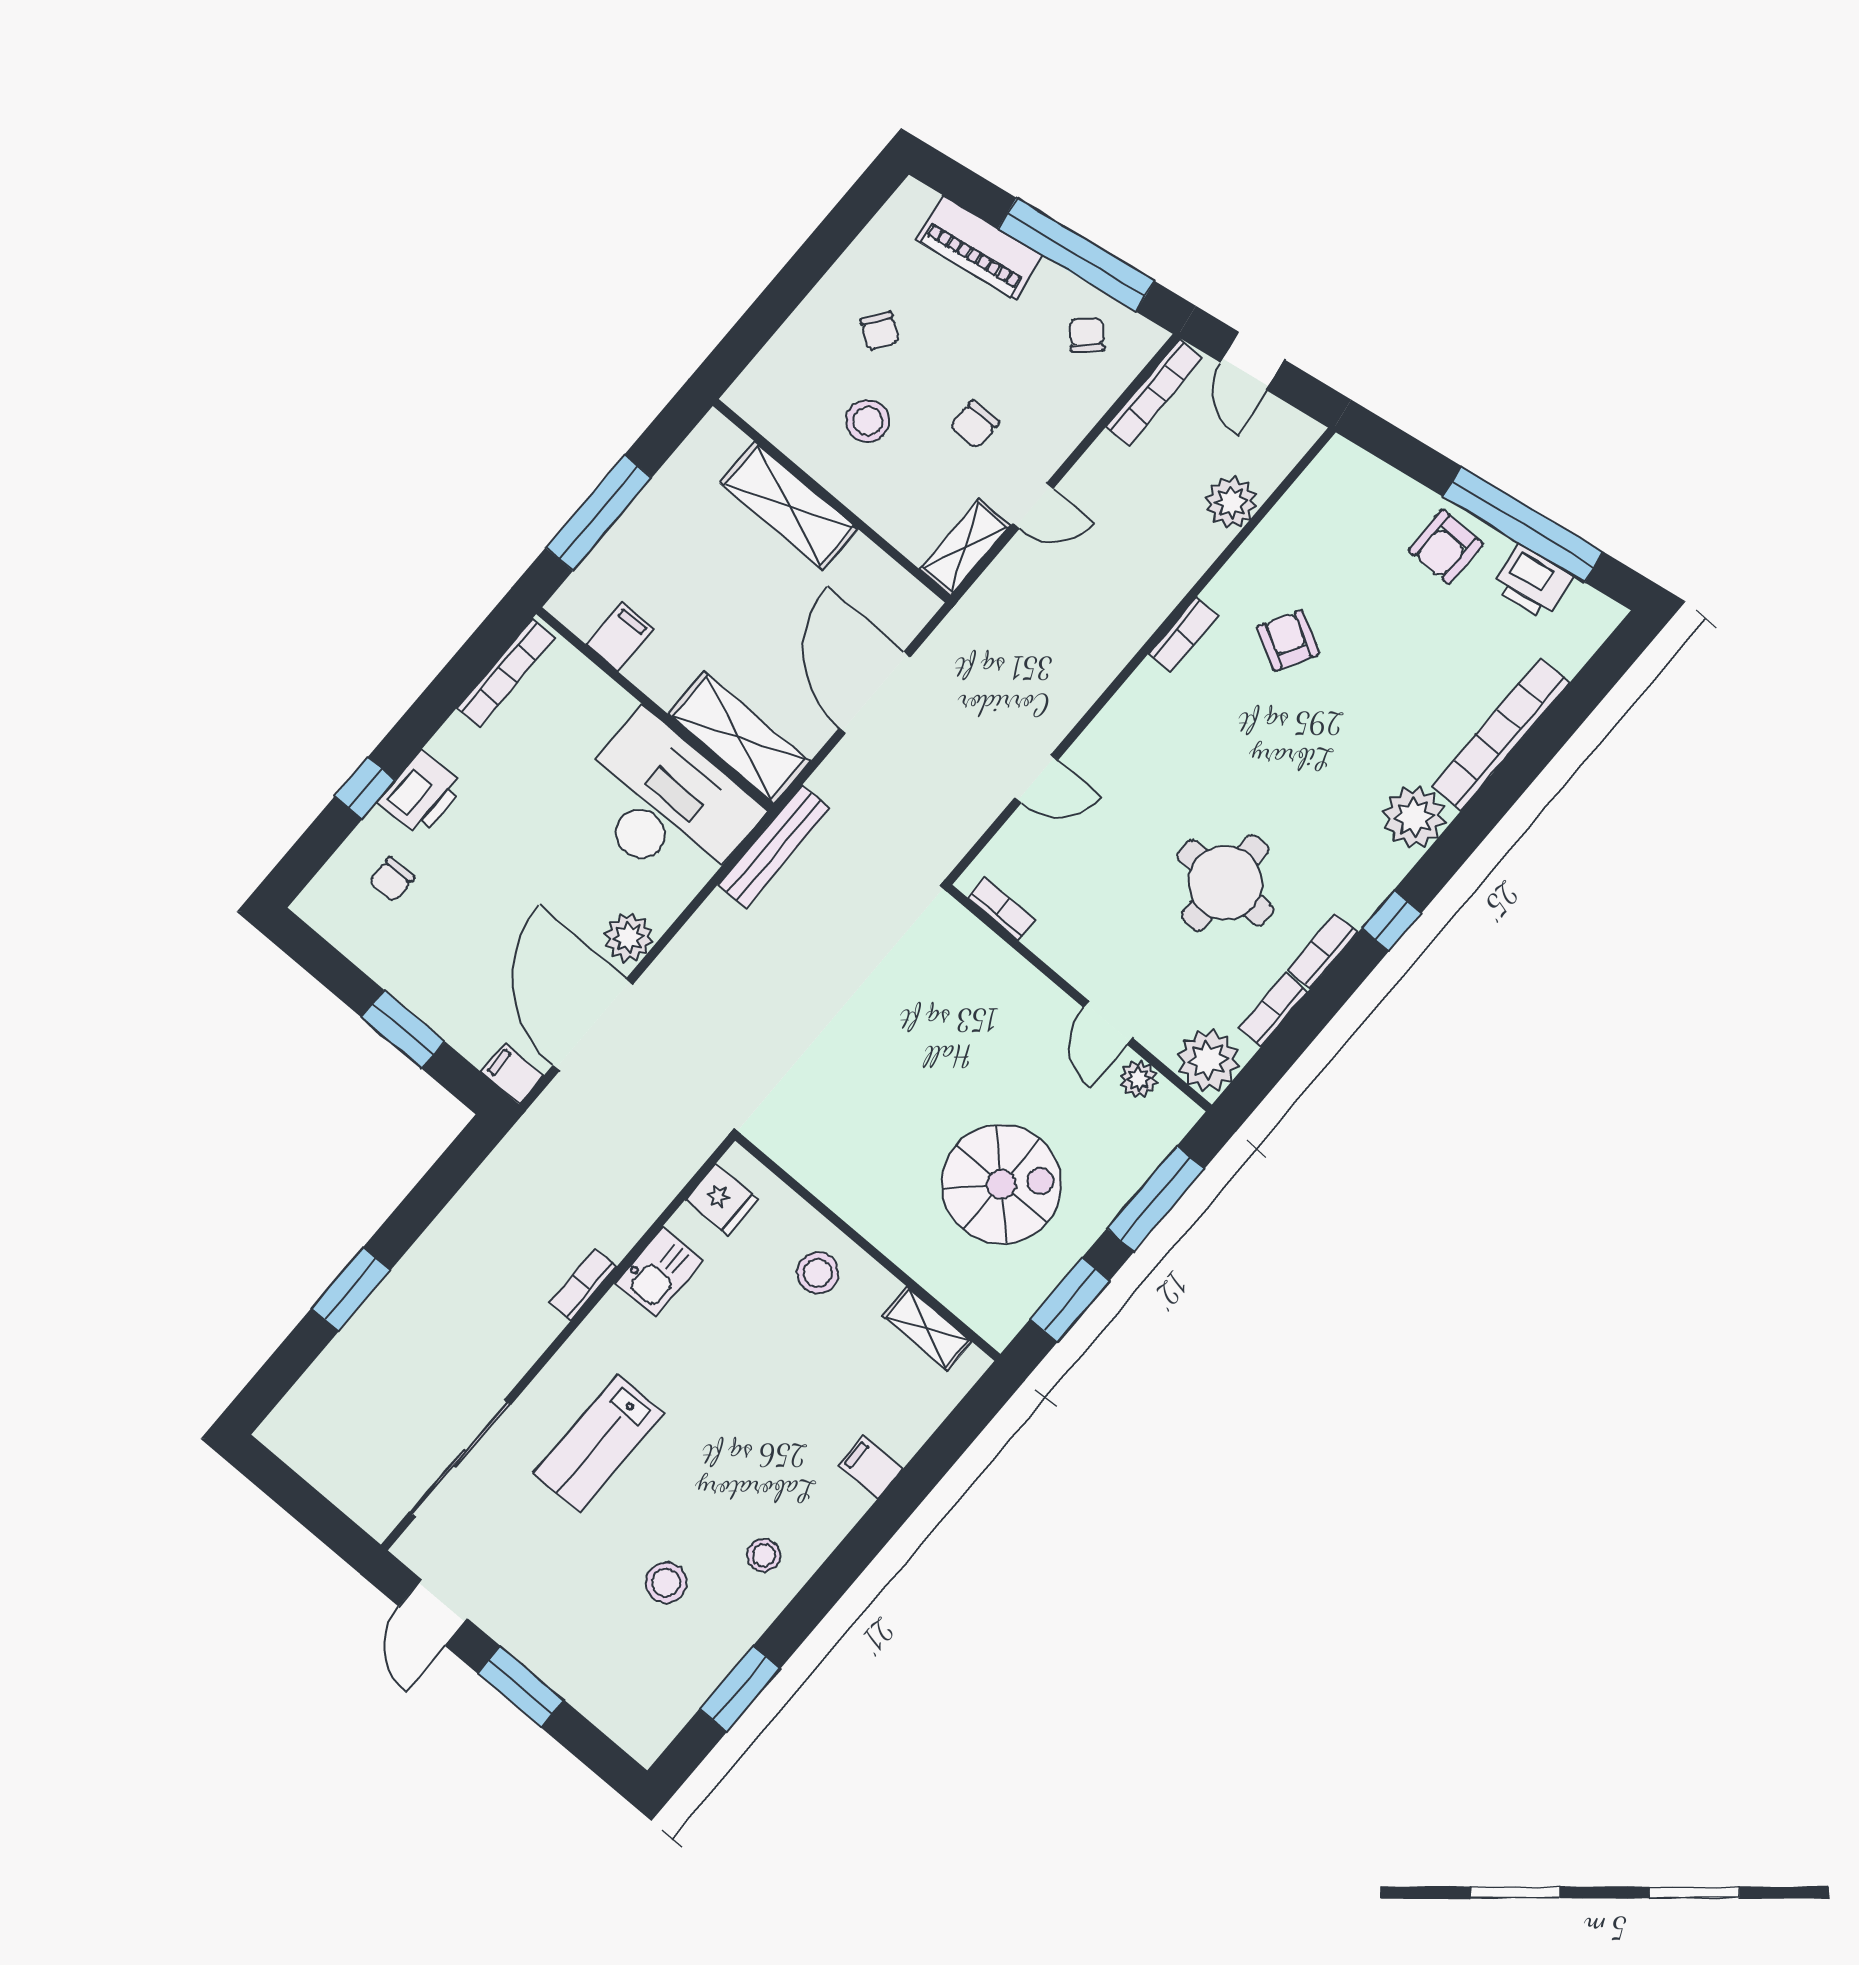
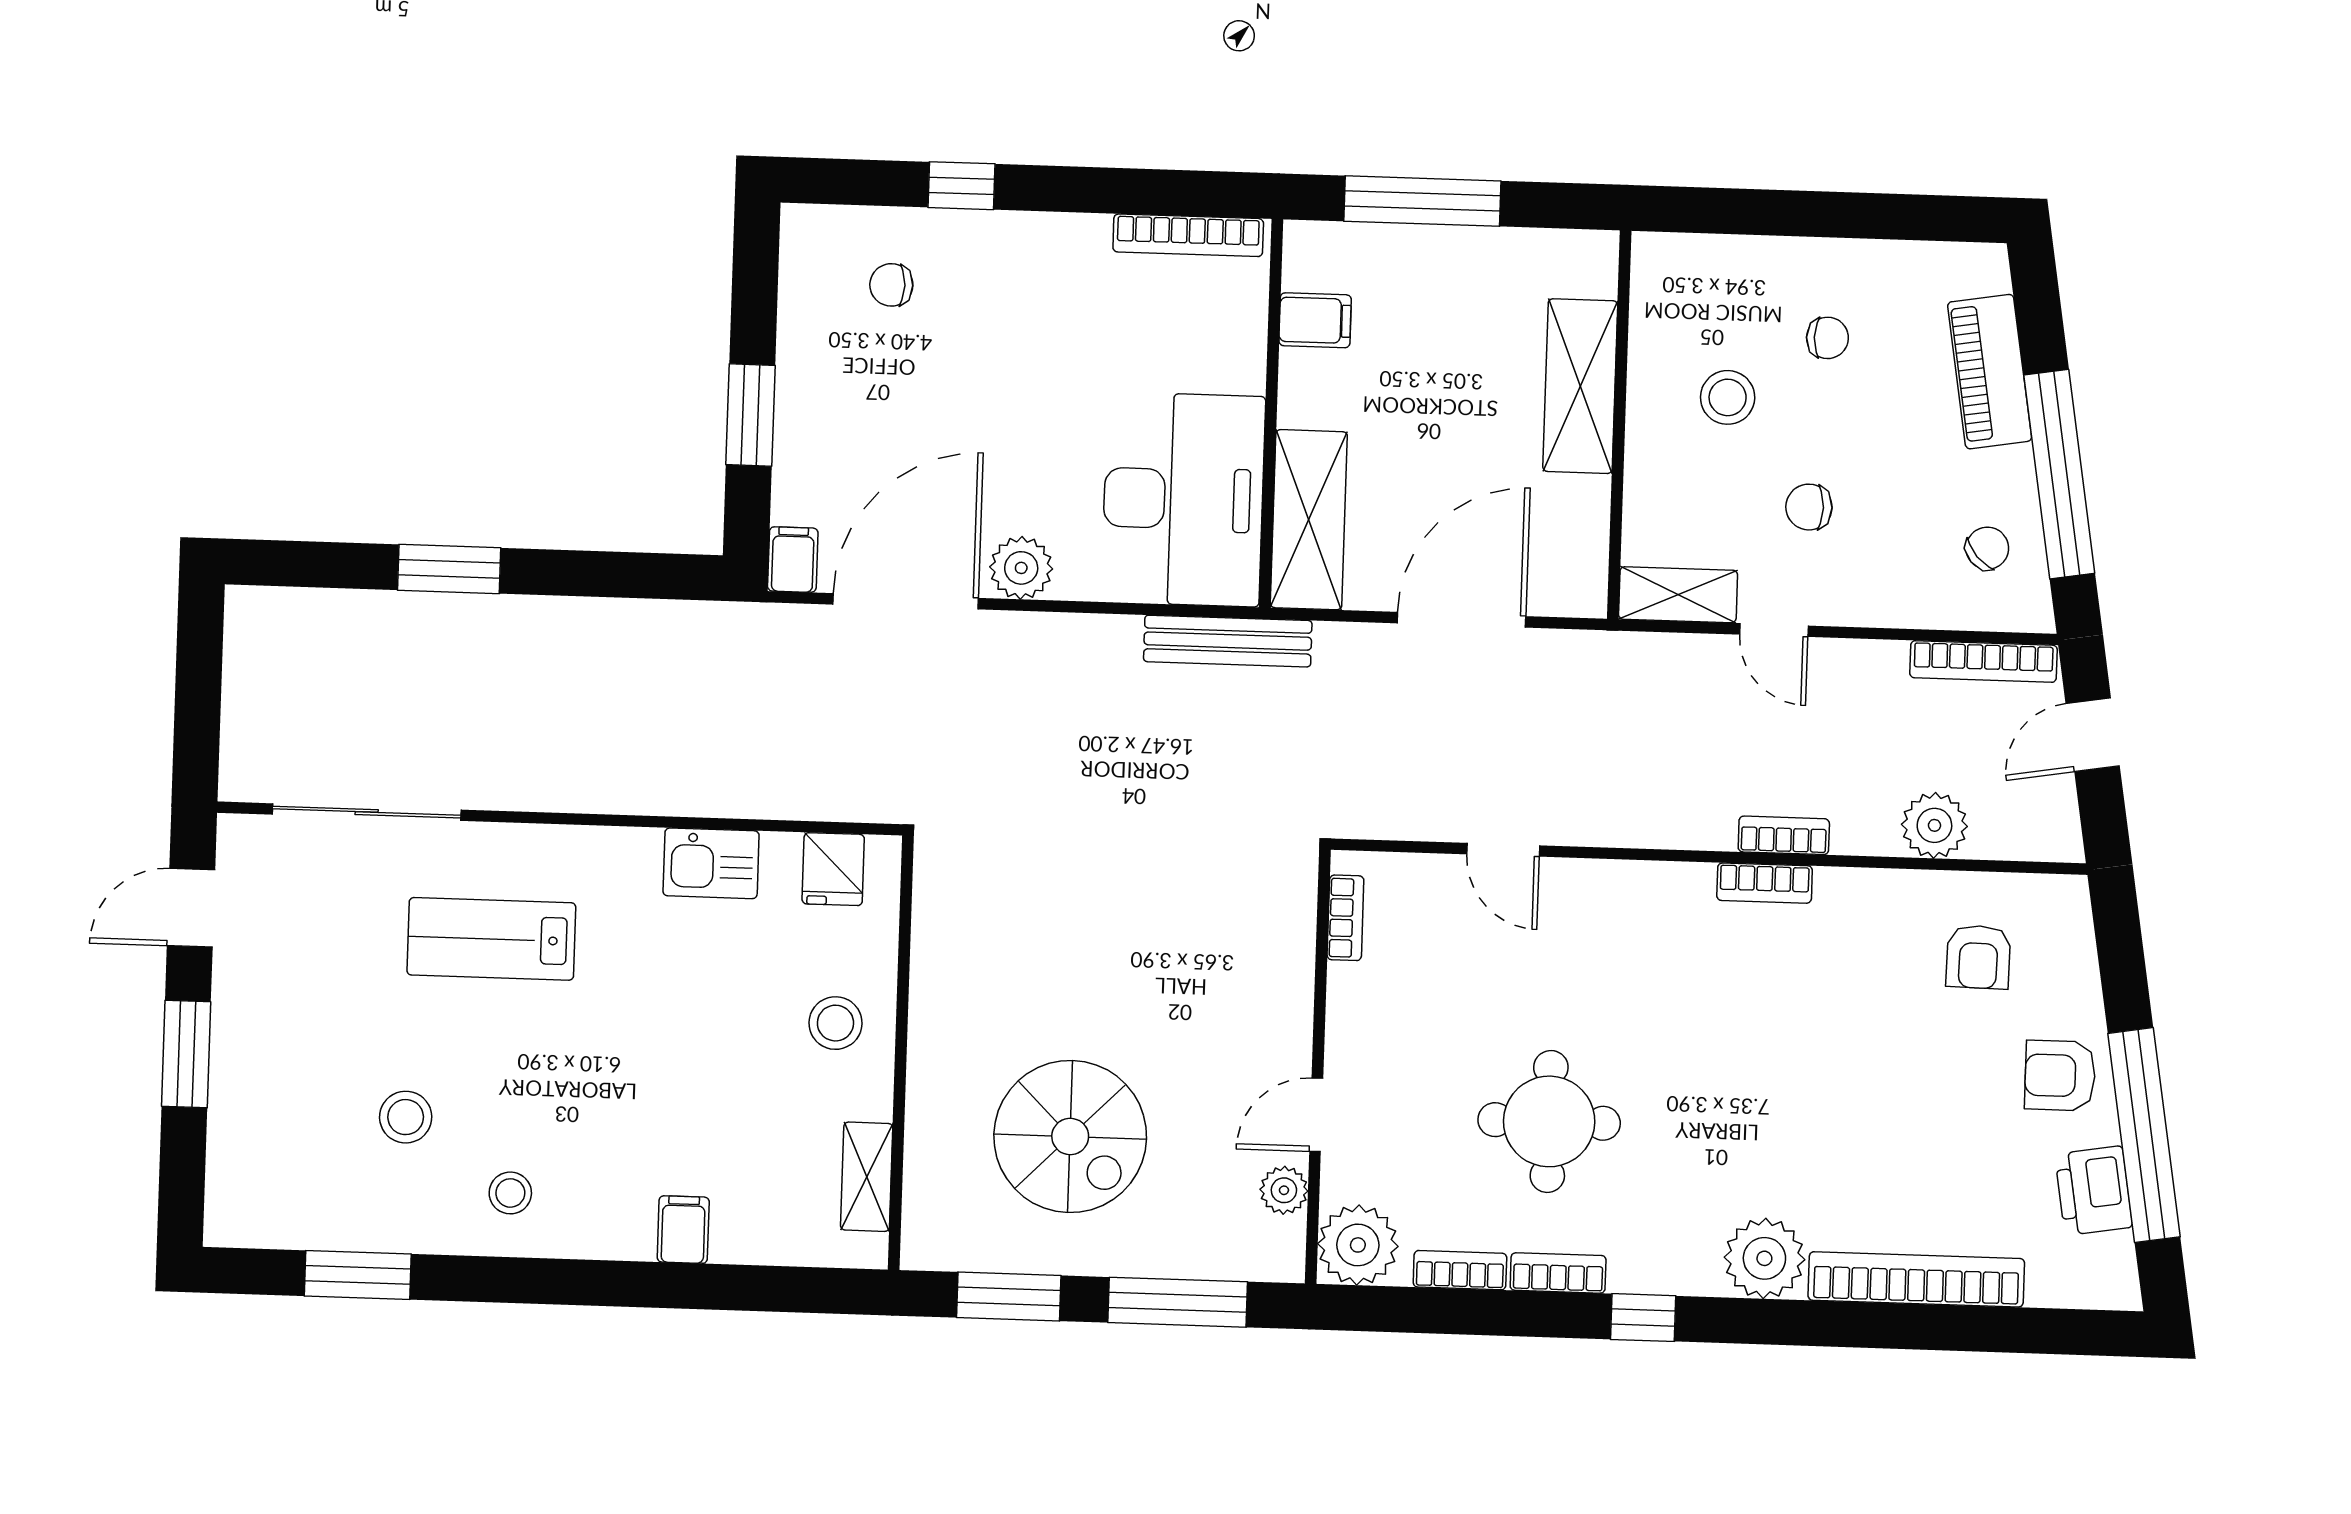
chair: (880, 331) -> (1827, 338), turned -125
armchair: (1288, 640) -> (1978, 957), moved, turned 152
printer: (421, 794) -> (1001, 246), removed
bookcase: (583, 1285) -> (1784, 835), moved

